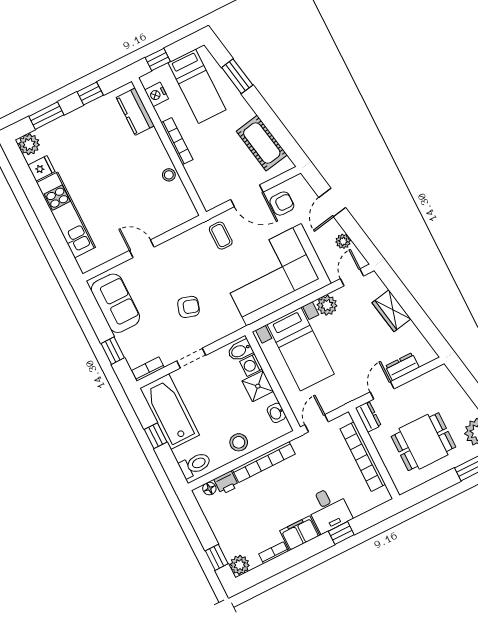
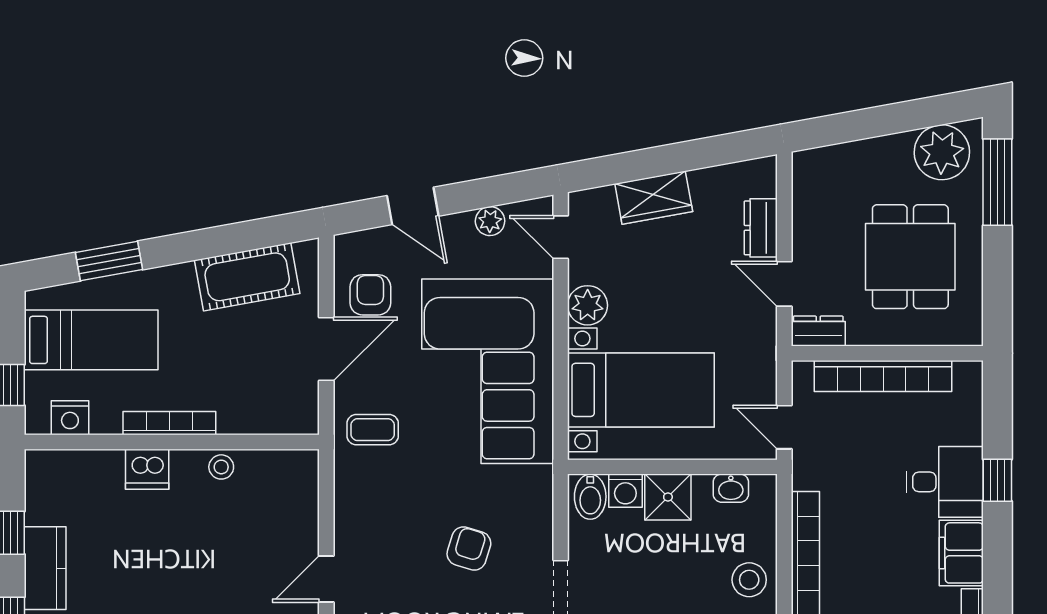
kitchen counter: (135, 112) -> (45, 568), moved, turned -90
dishwasher: (151, 142) -> (147, 469), added

